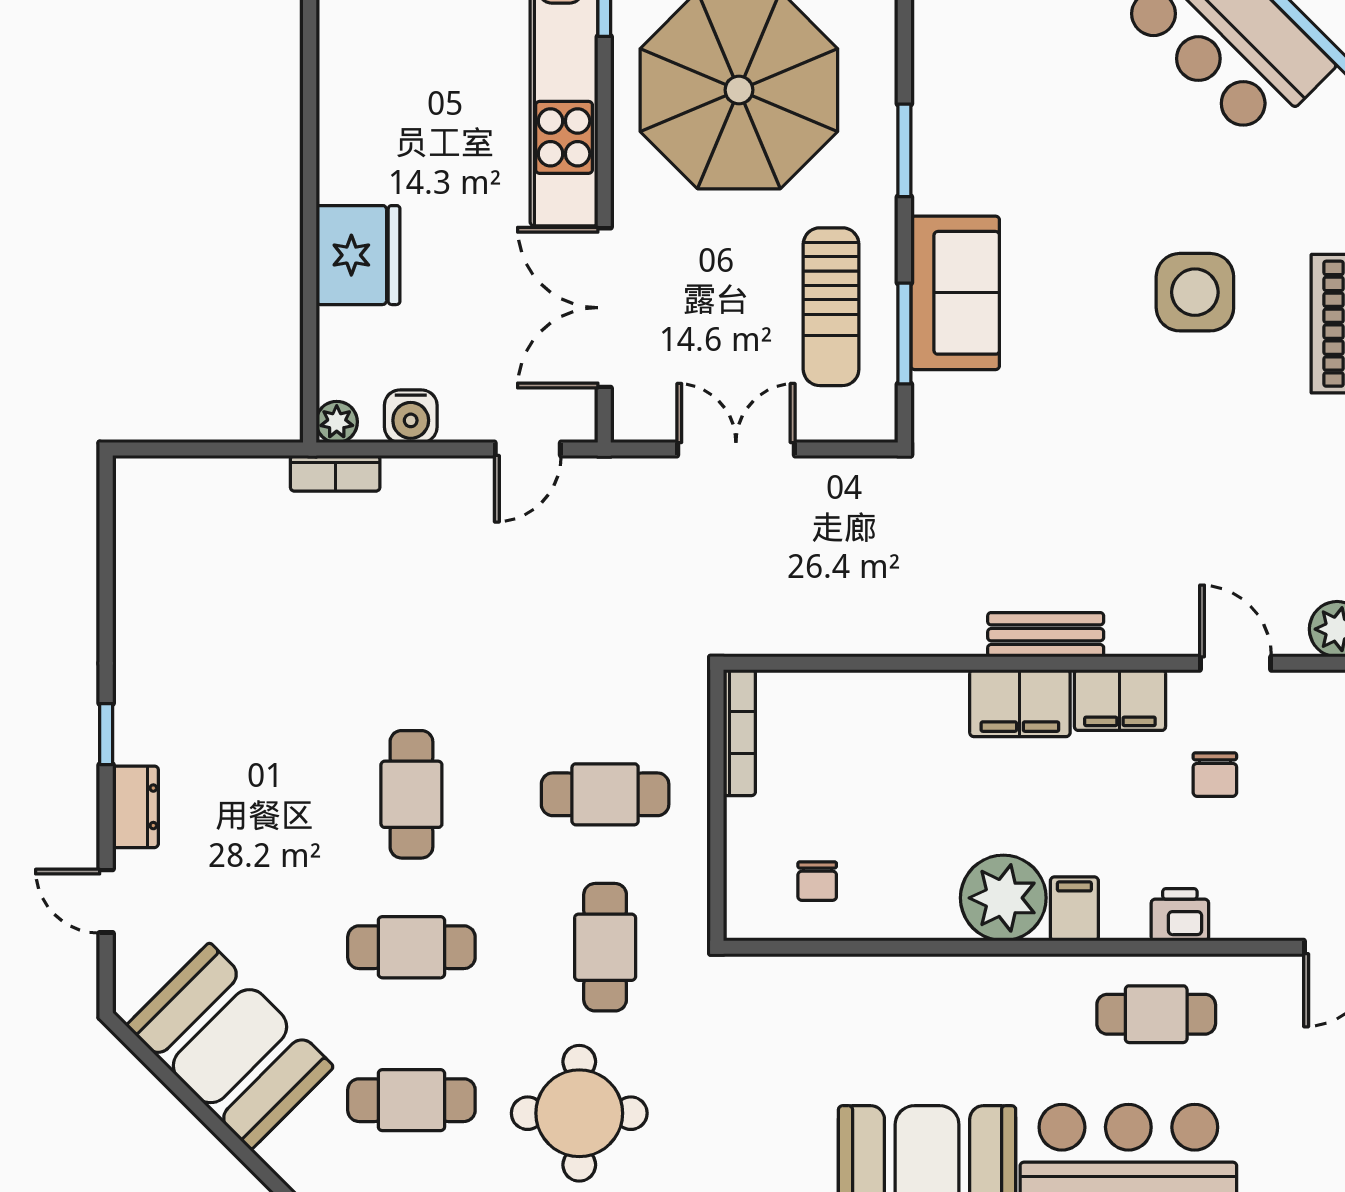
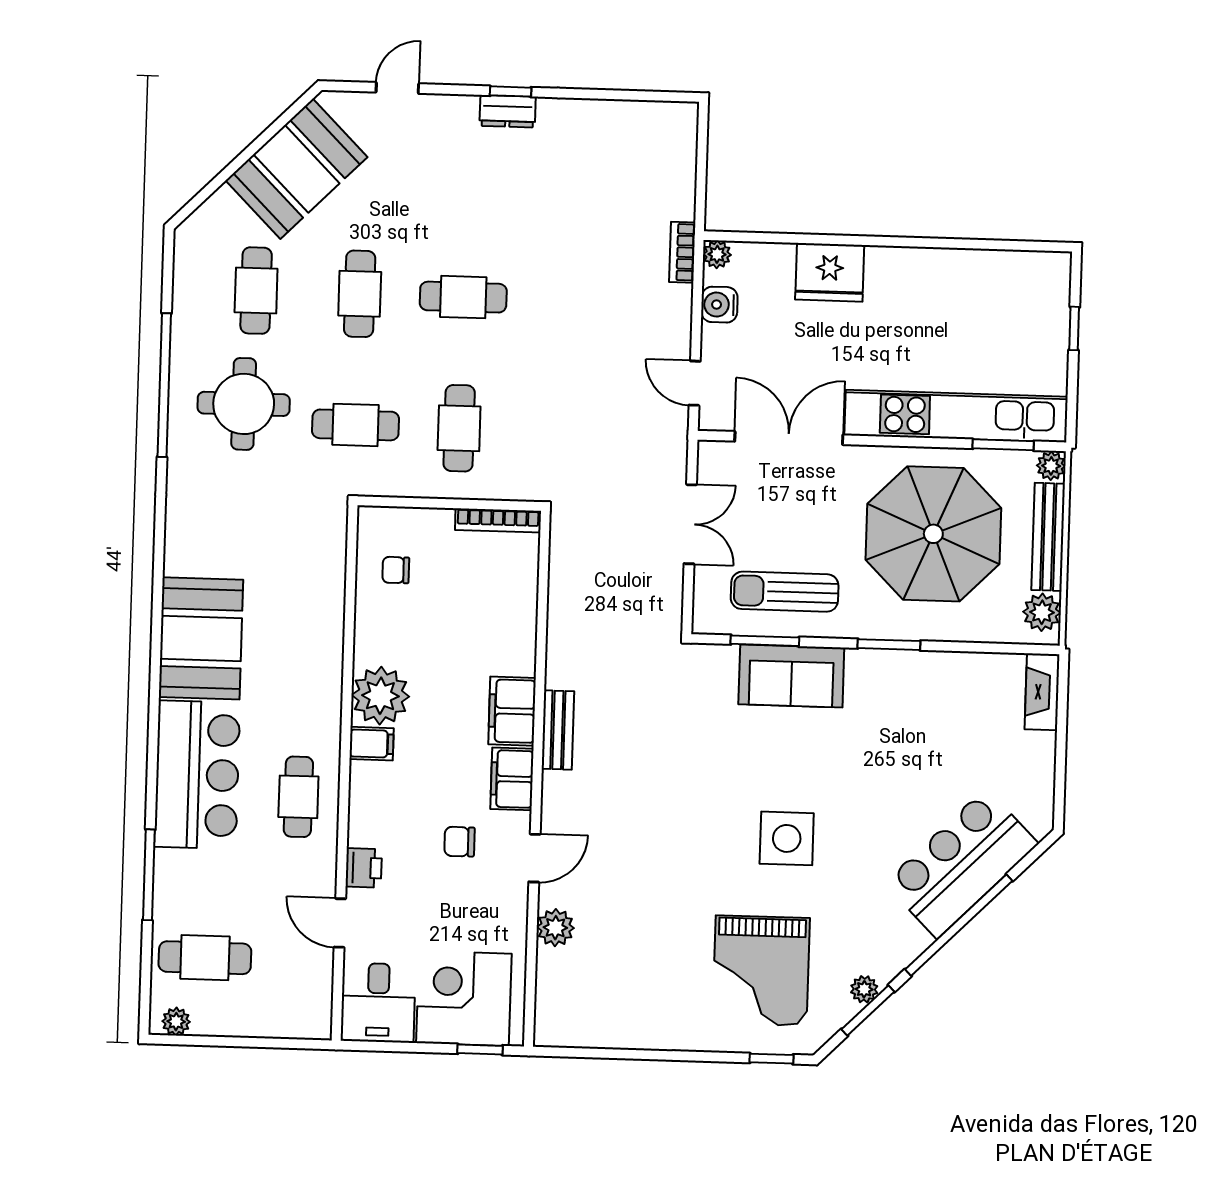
dresser: (135, 807) -> (508, 111), moved
printer: (1180, 915) -> (364, 868), moved

